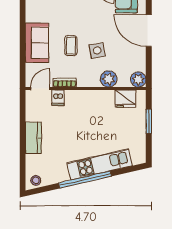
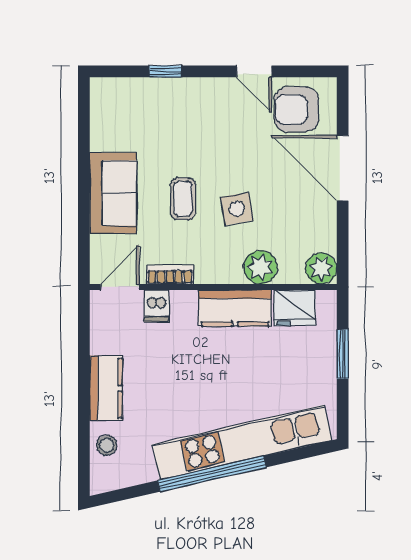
kitchen counter: (96, 99) -> (235, 308), added
kitchen unit: (100, 164) -> (242, 442), width x1.36
stool: (36, 180) -> (107, 445), moved

